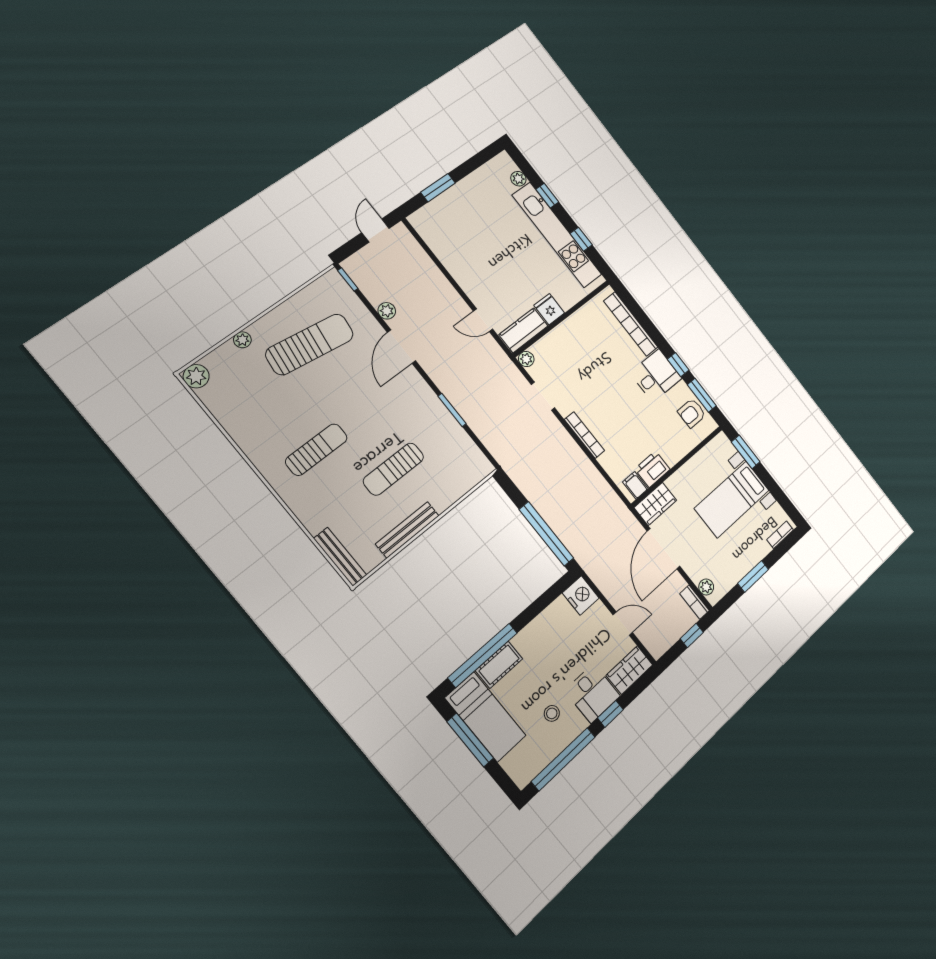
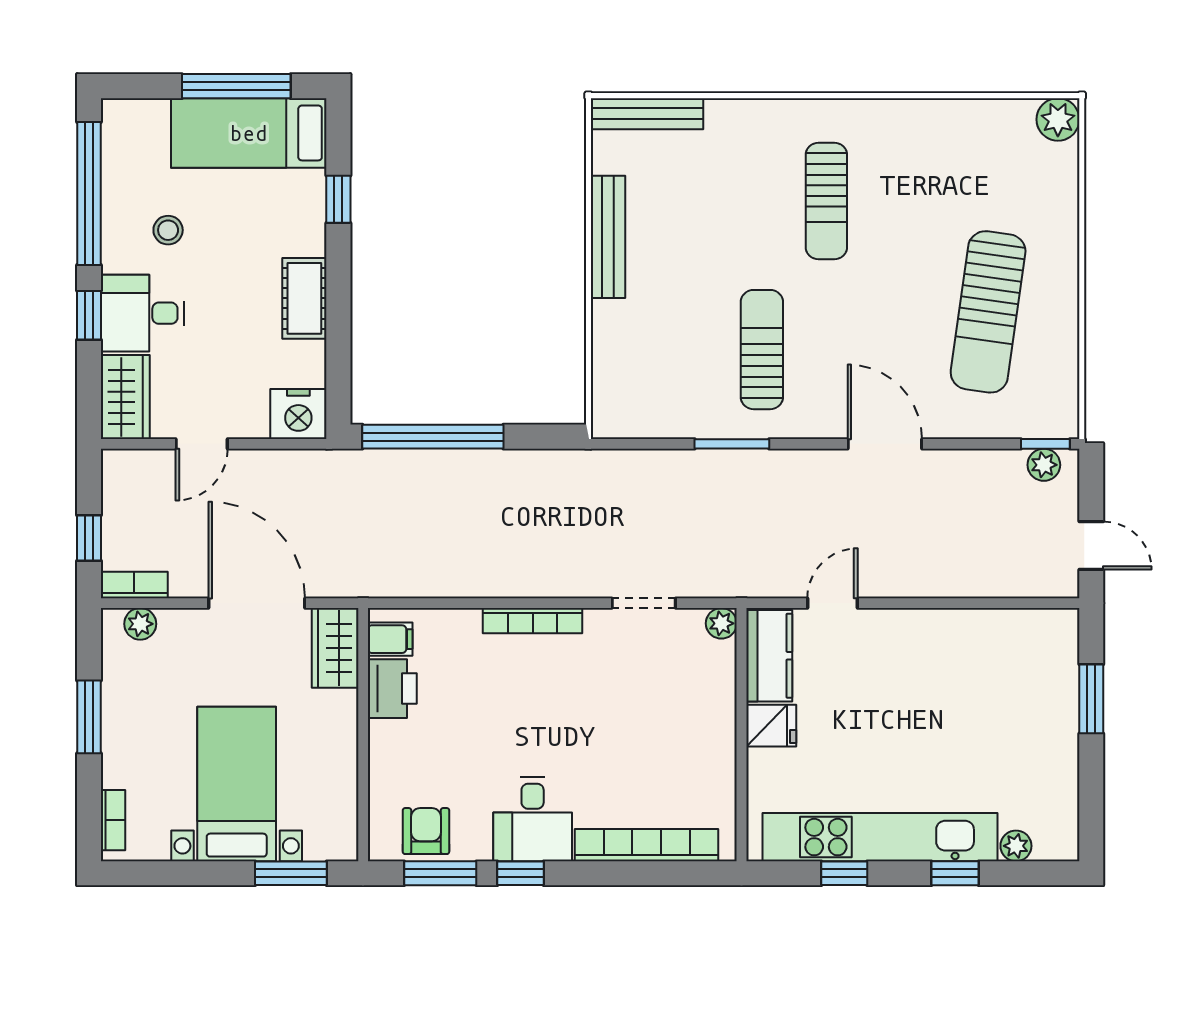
plant: (387, 311) -> (1044, 465), moved
plant: (242, 340) -> (1064, 222), removed
sun lounger: (394, 469) -> (762, 350), moved
window: (483, 655) -> (338, 199), width x0.32
cot: (499, 665) -> (304, 298), moved

